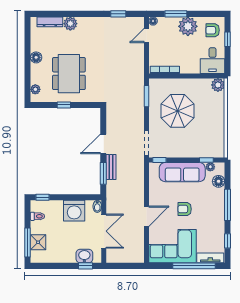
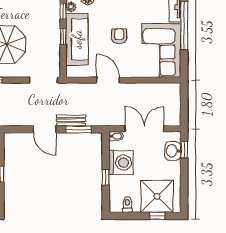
window: (159, 160) -> (63, 37), moved
window: (43, 197) -> (106, 177), moved
armchair: (185, 209) -> (119, 36), turned 180
door: (146, 216) -> (108, 80), moved
window: (27, 242) -> (157, 216), width x0.46
shower: (38, 242) -> (157, 196), width x1.86, depth x1.86

